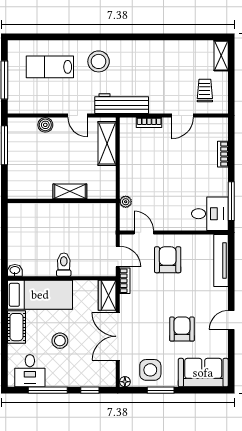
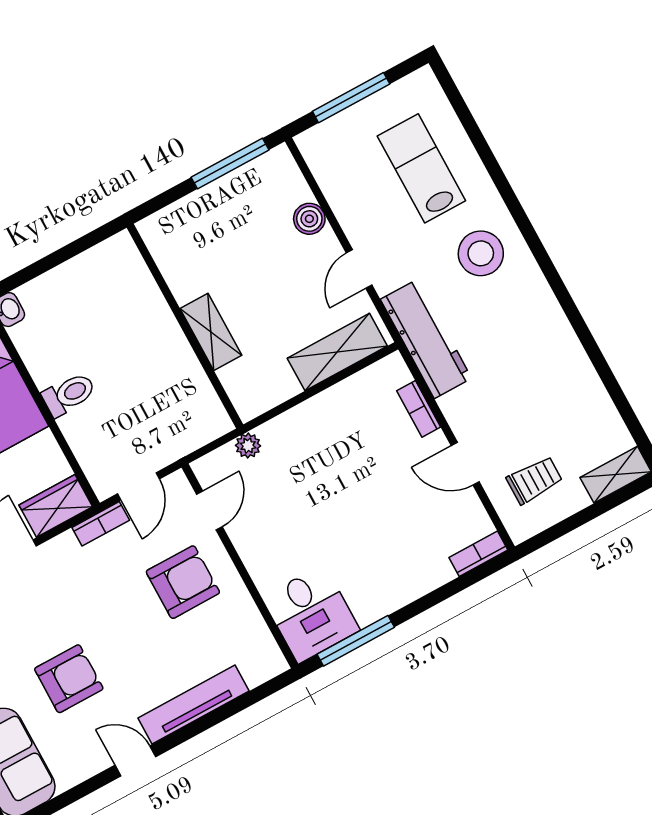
bookcase: (223, 154) -> (478, 554), moved
tv unit: (221, 261) -> (193, 705), moved

